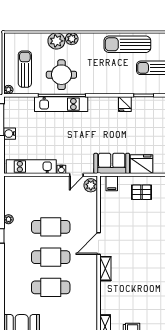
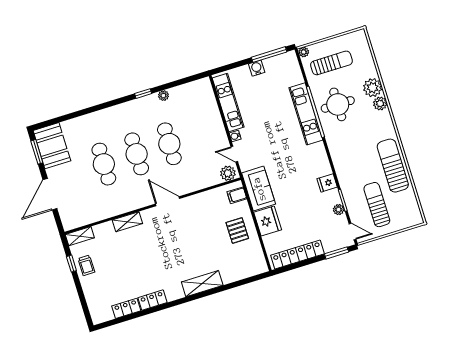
plant: (150, 101) -> (339, 210), added
shelving: (105, 269) -> (127, 222), moved

